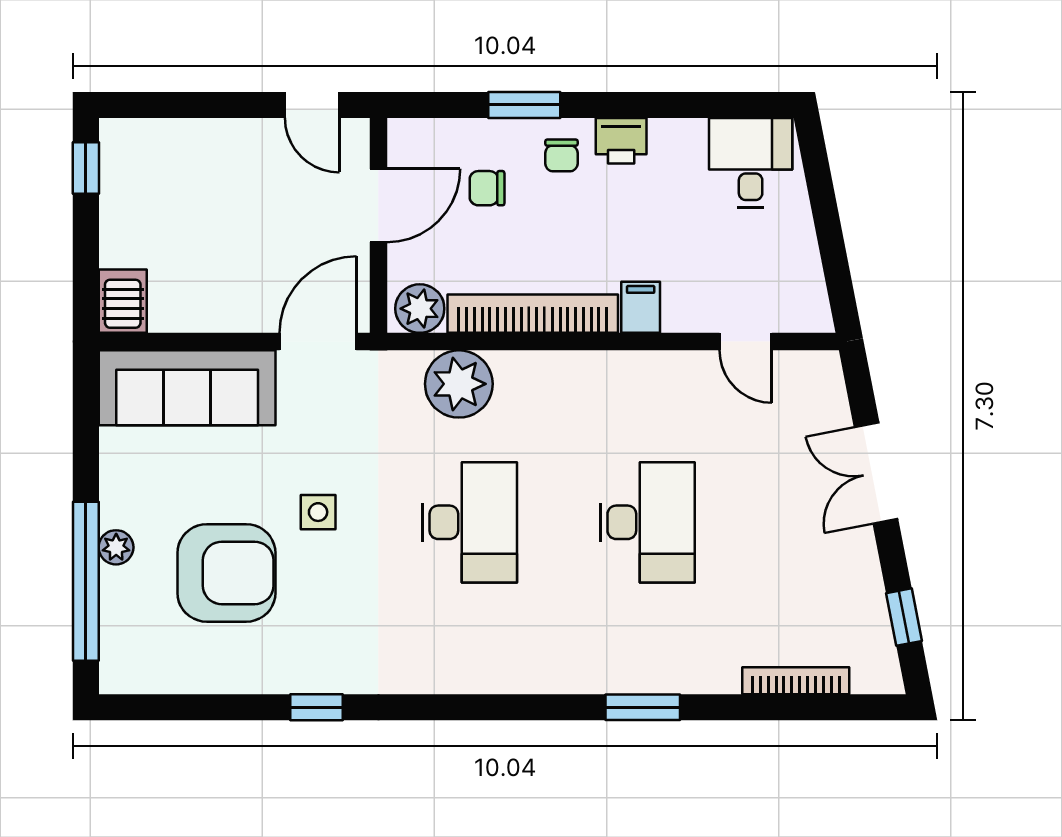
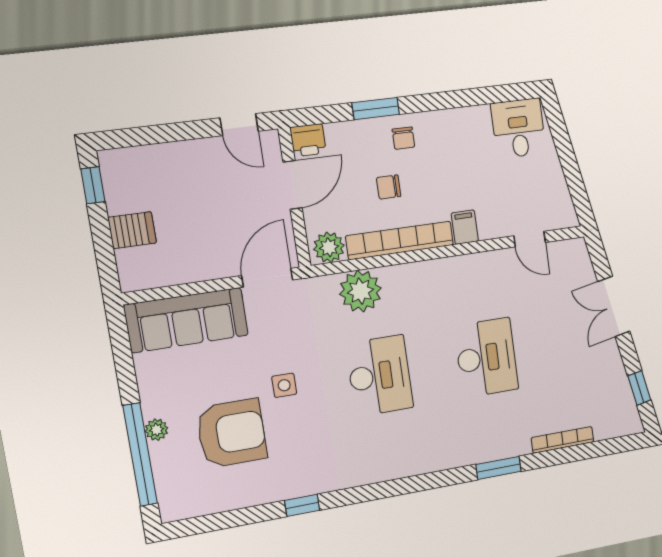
printer: (621, 141) -> (308, 140), moved
chair: (487, 188) -> (389, 187), moved
server rack: (123, 301) -> (132, 230), moved, turned 90
bookcase: (796, 681) -> (563, 440), moved

